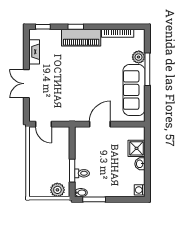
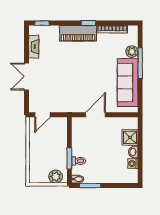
window: (76, 27) -> (88, 23), moved
door: (43, 124) -> (42, 115), hinge flipped
washing machine: (140, 190) -> (133, 164), moved

